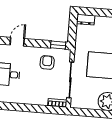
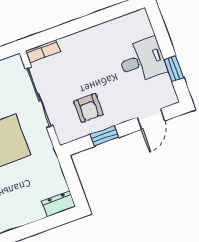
window: (58, 45) -> (105, 136), moved

